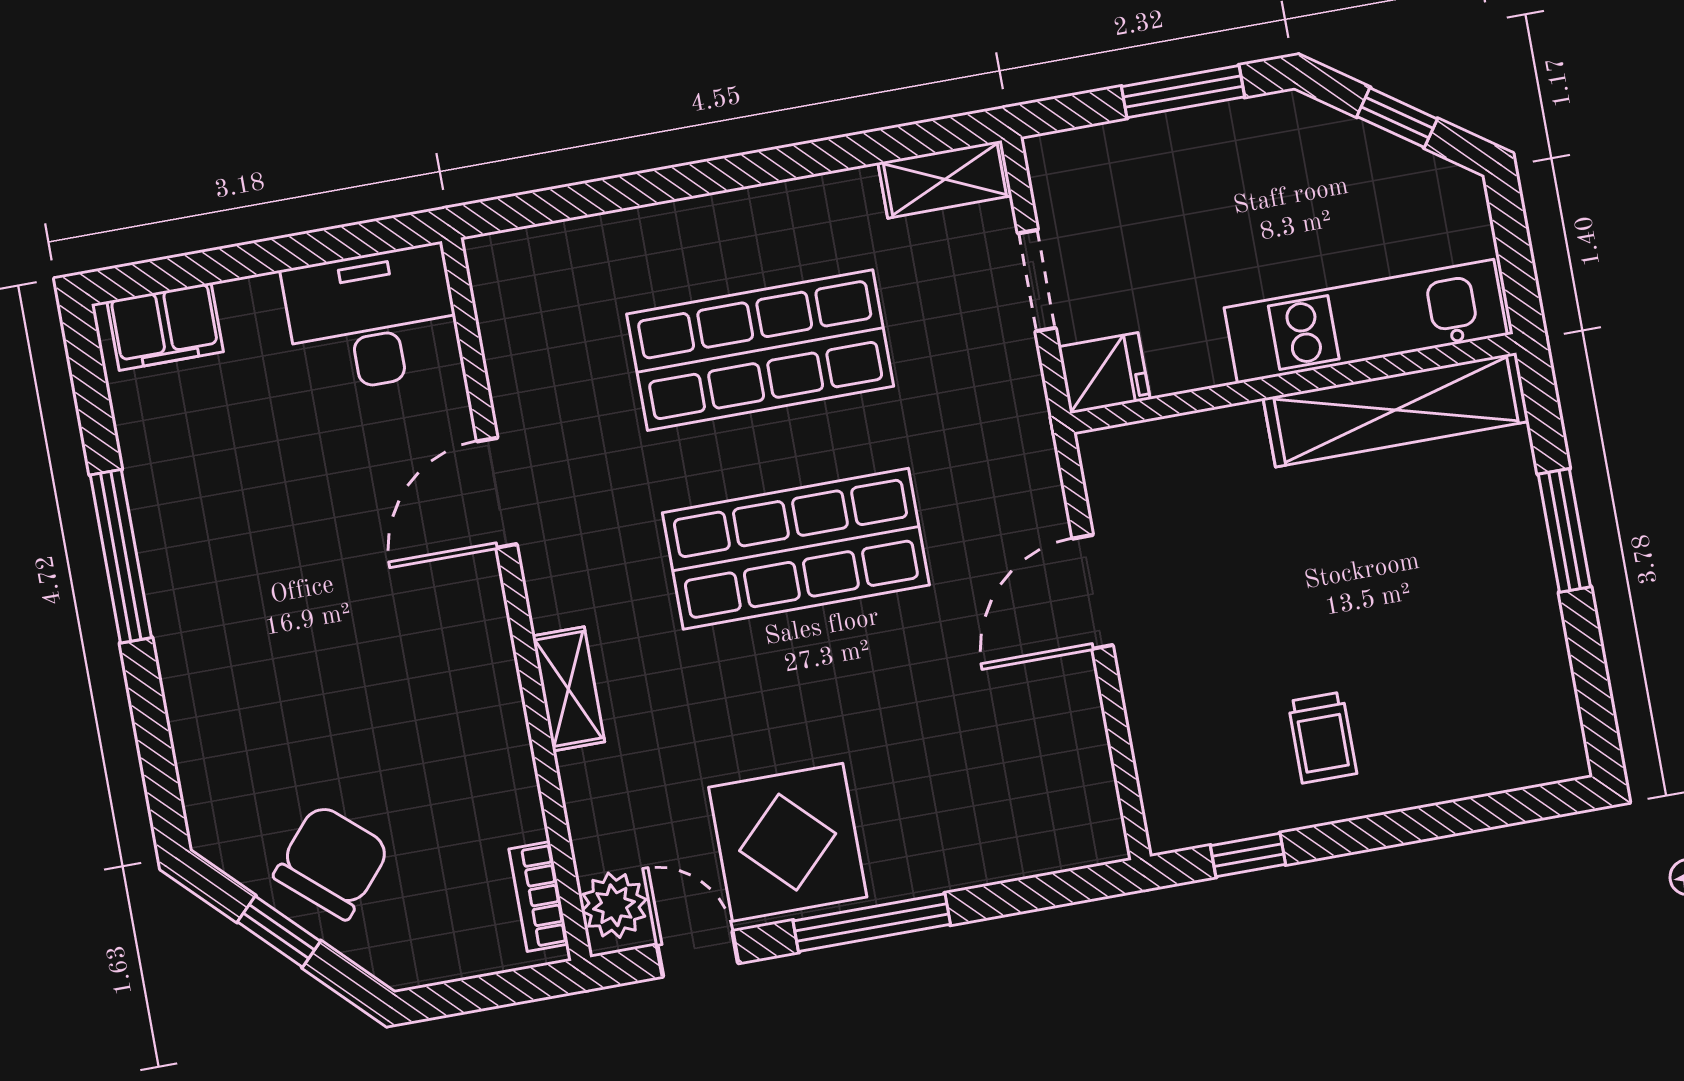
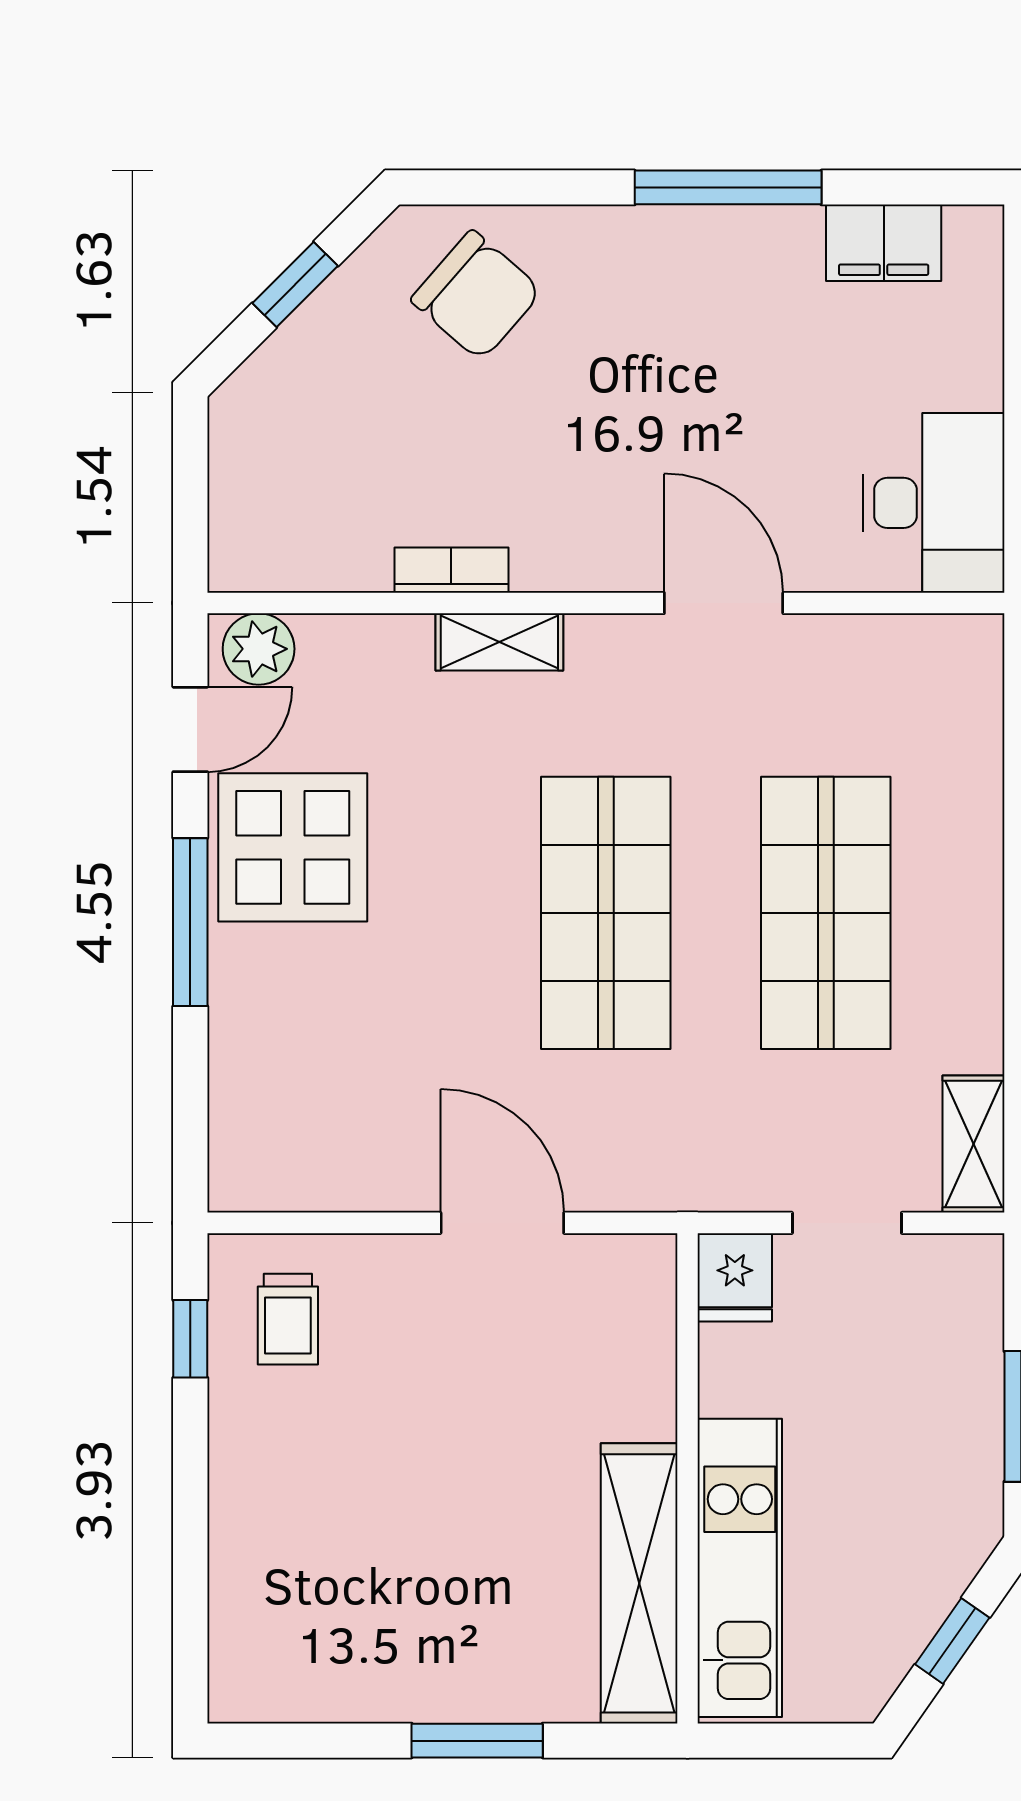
filing cabinet: (165, 327) -> (884, 243), moved, turned -90
trolley: (1322, 738) -> (288, 1319), moved, turned -90
chair: (332, 862) -> (477, 295), moved
bookcase: (539, 897) -> (451, 570), moved

